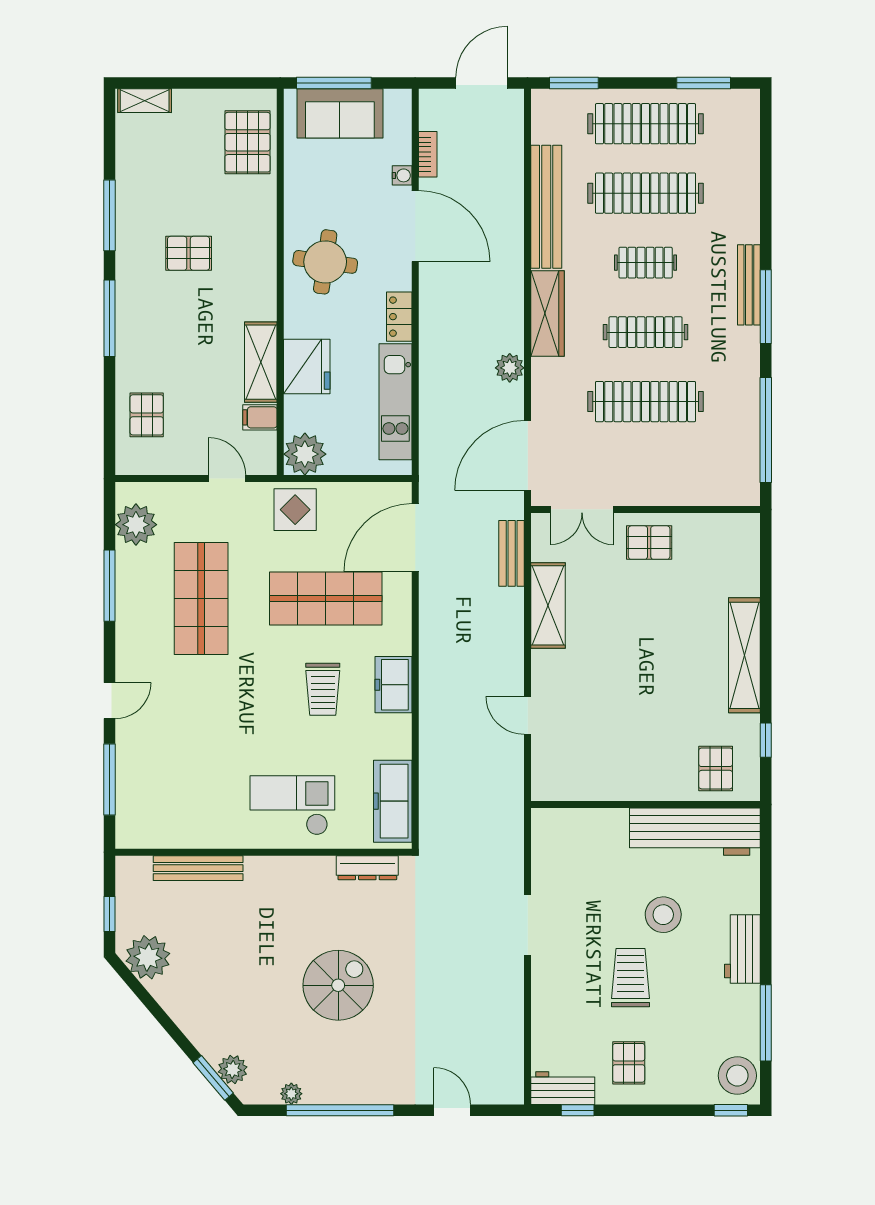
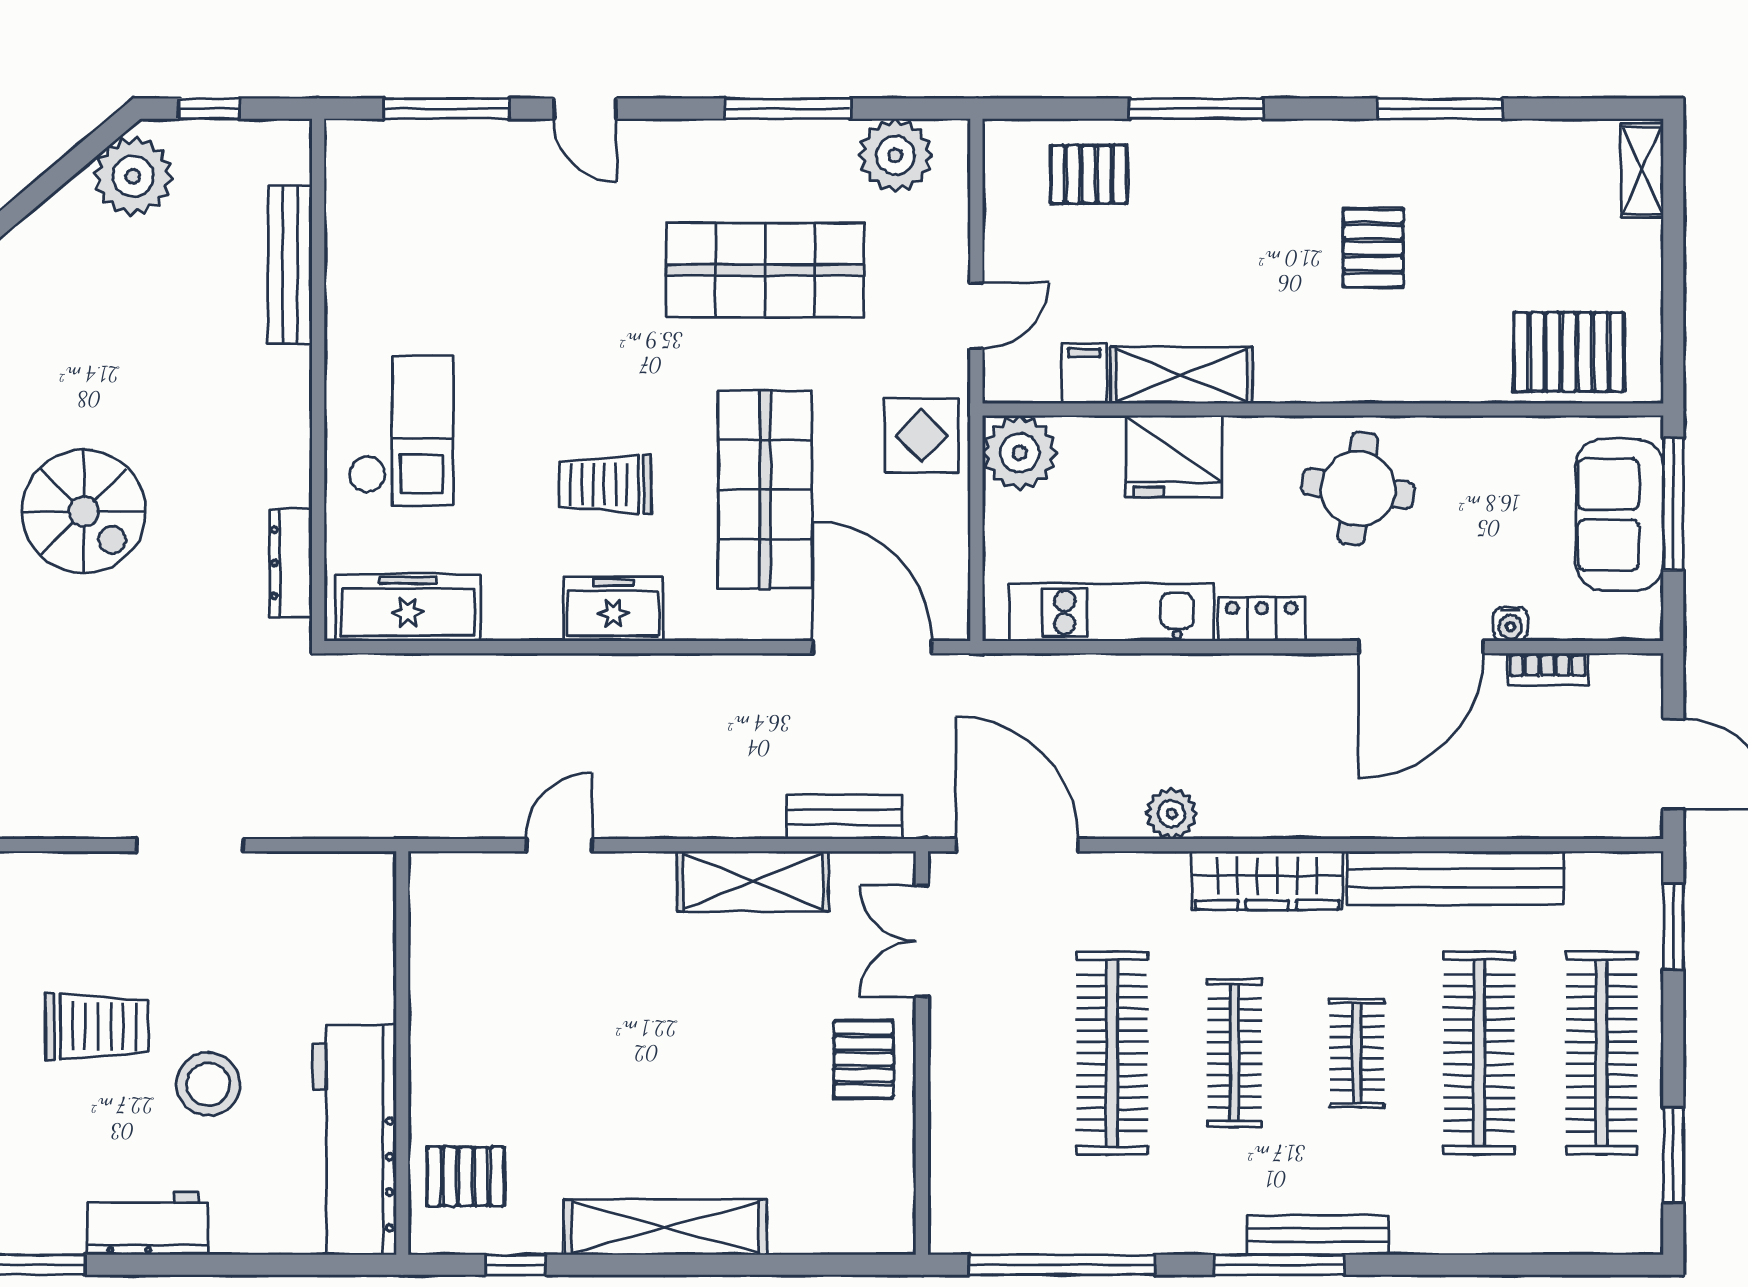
window: (109, 318) -> (1196, 109), moved

